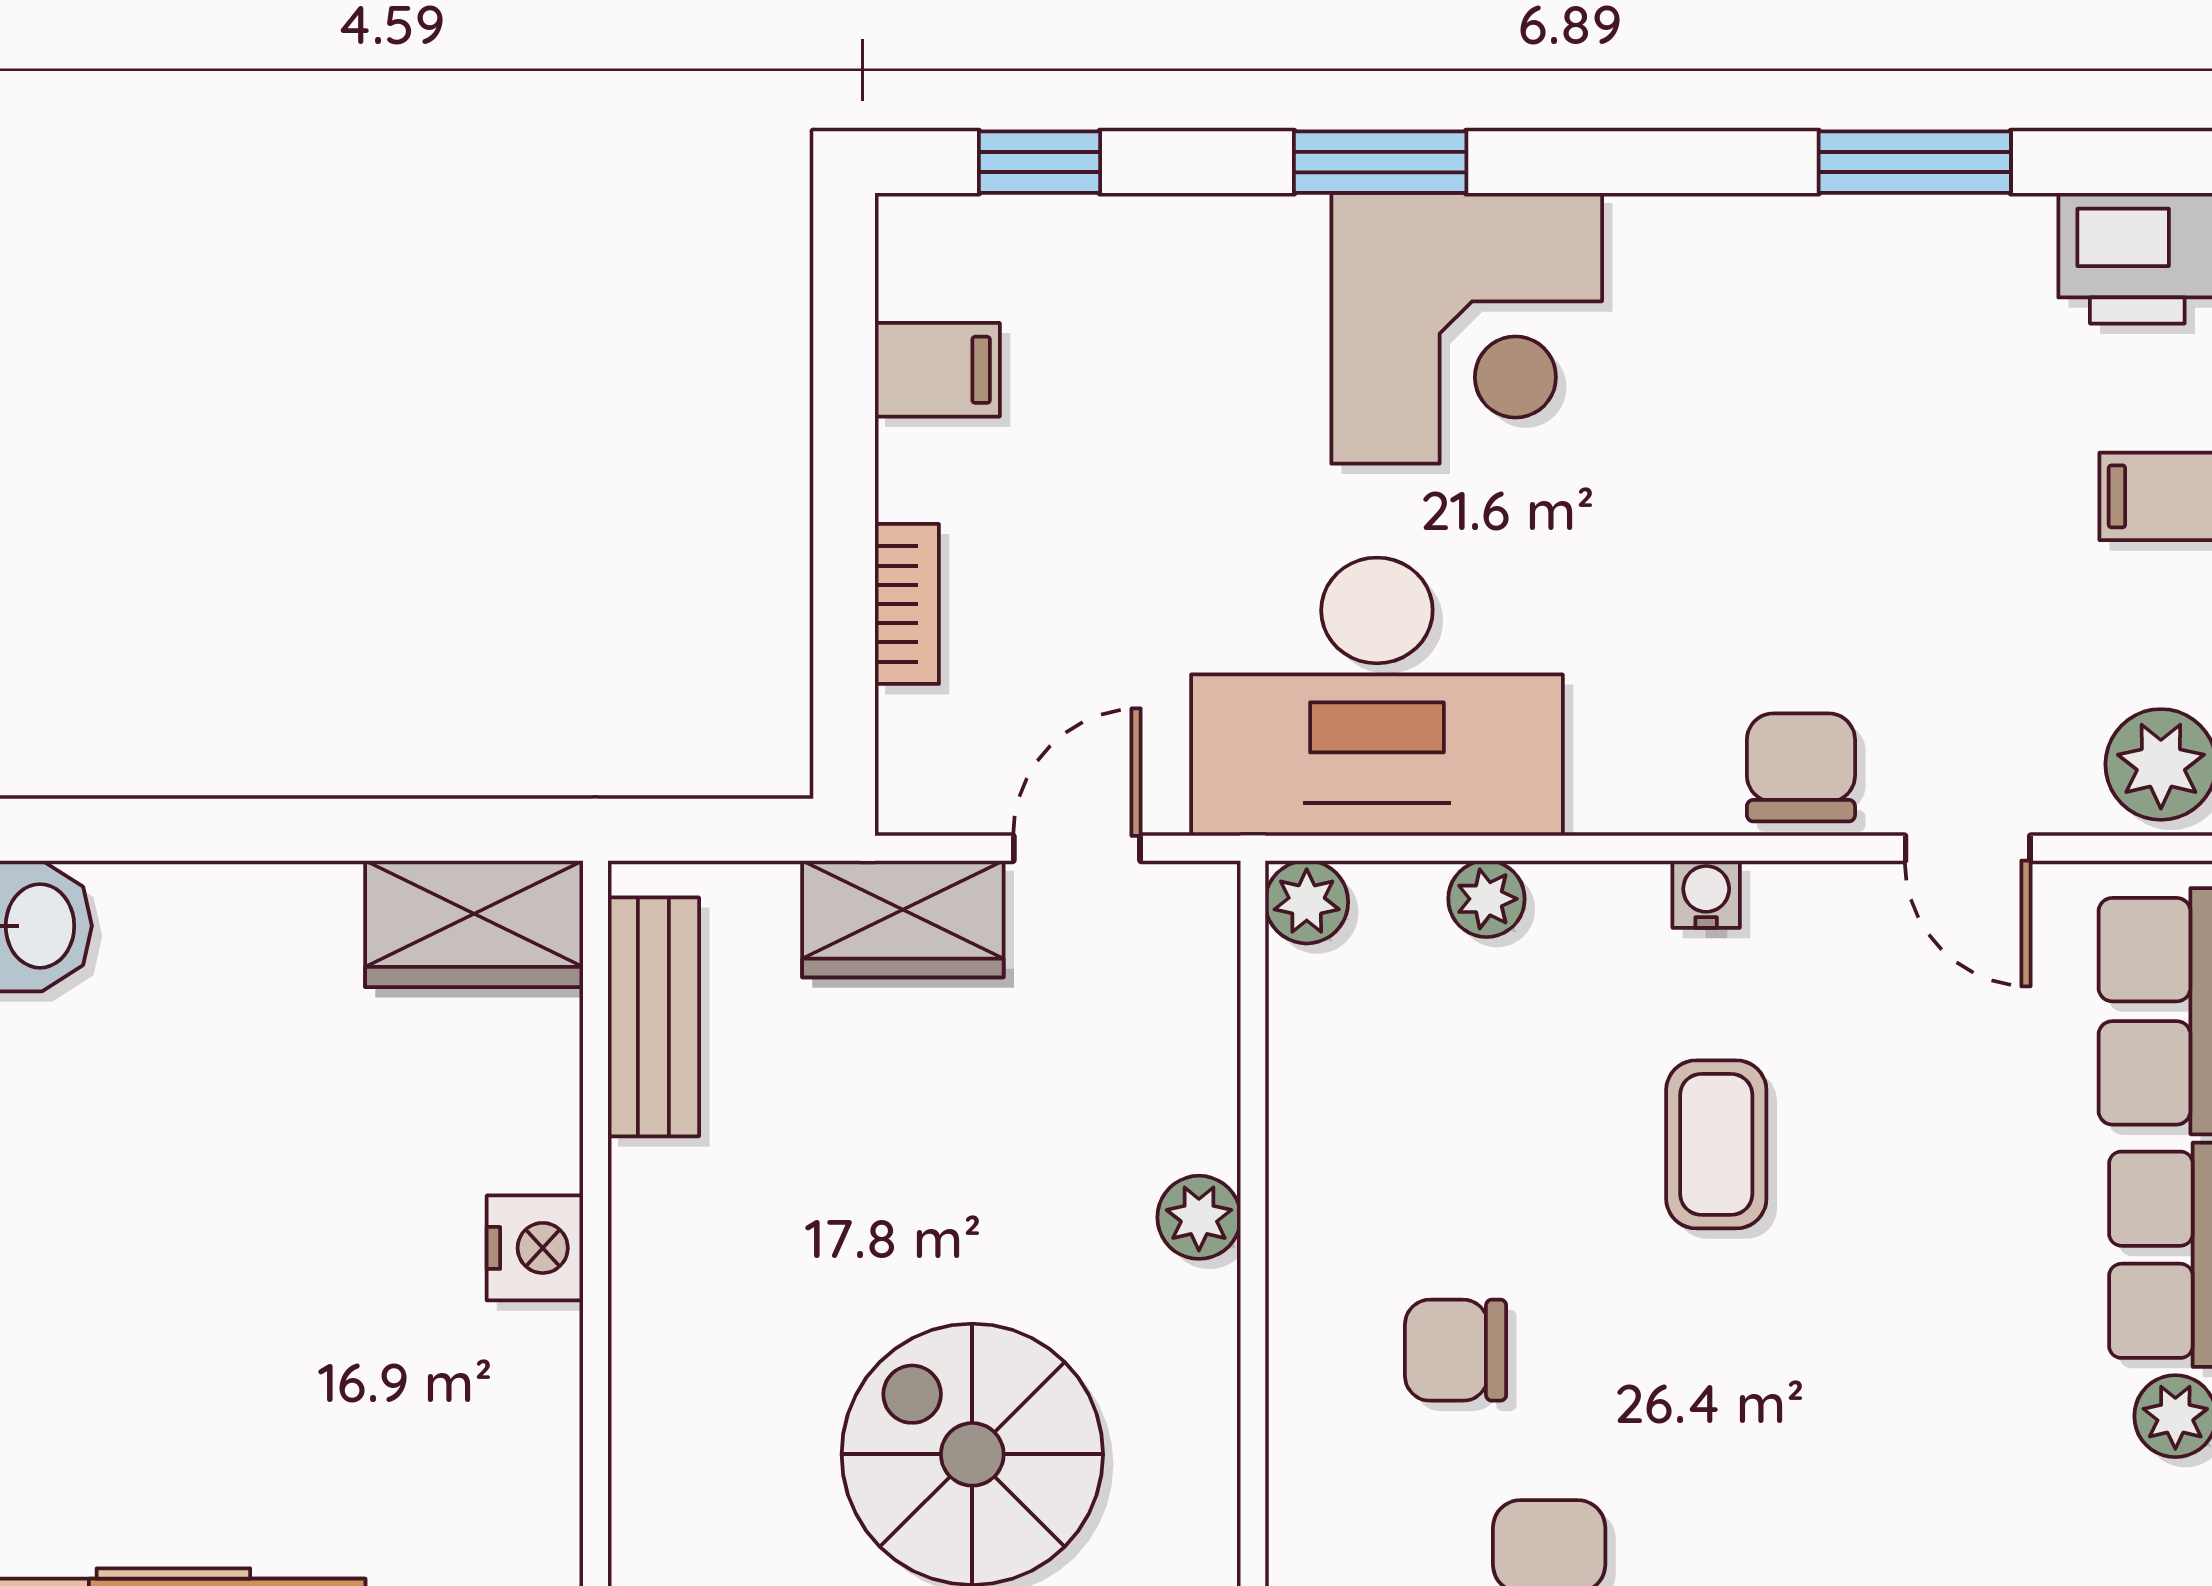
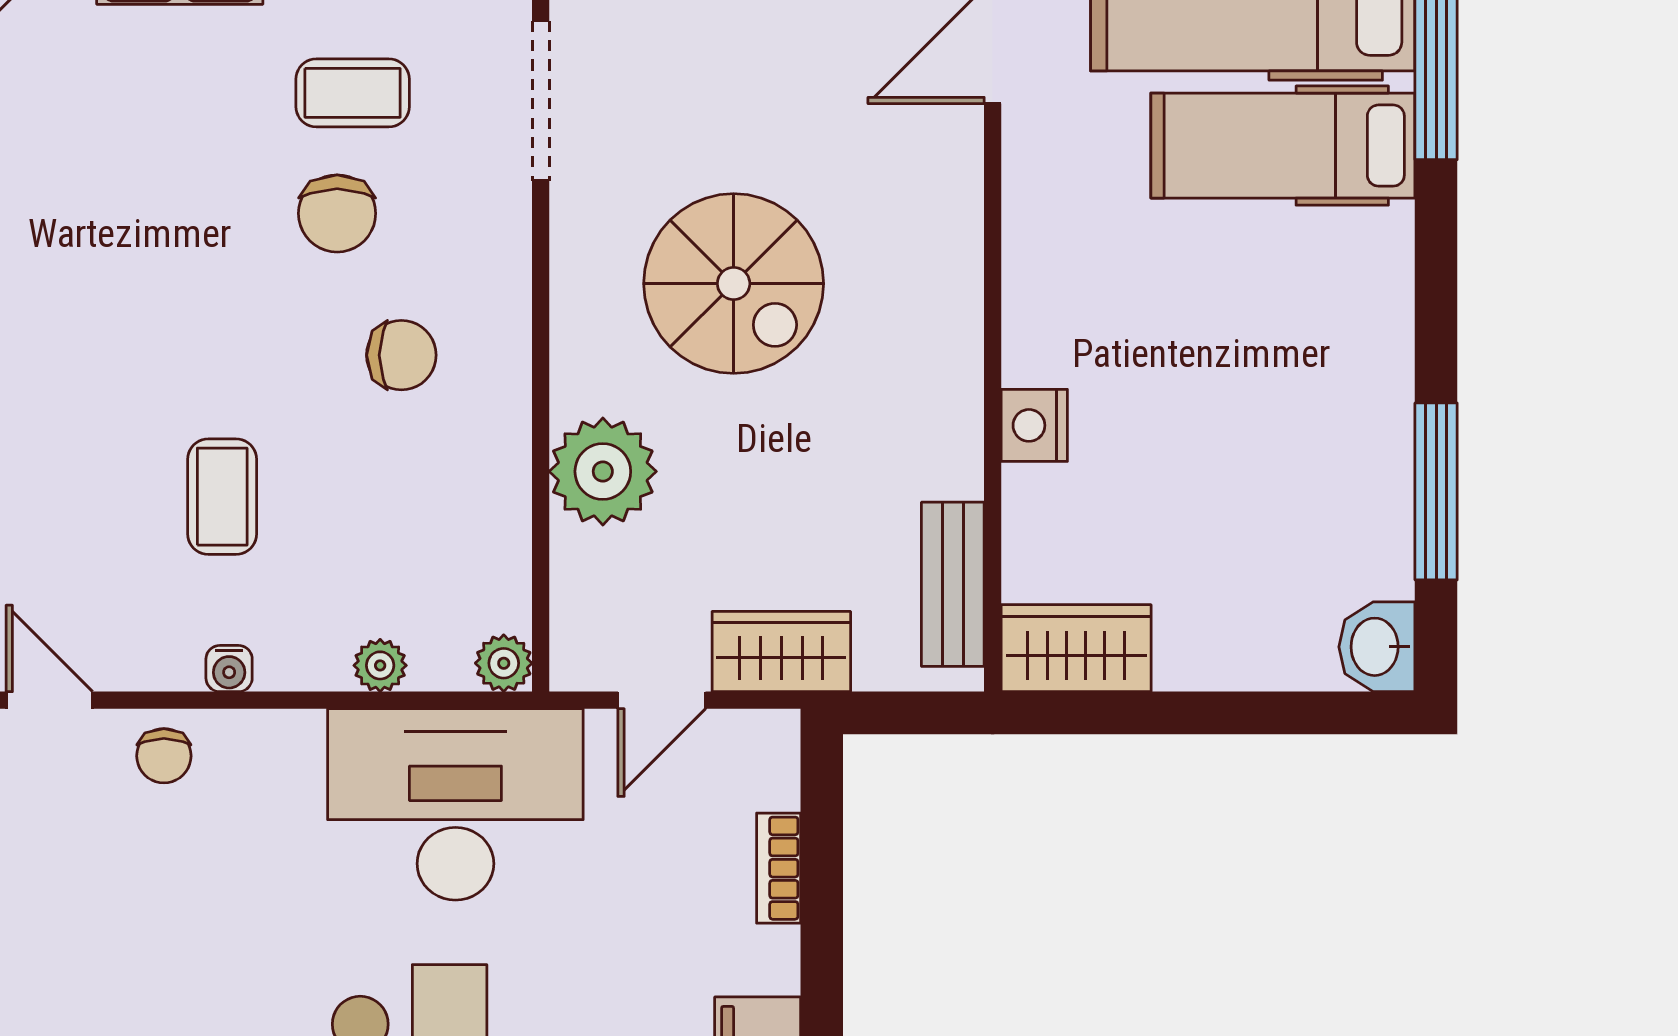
chair: (1801, 767) -> (164, 756), width x0.73, depth x0.73
plant: (1199, 1217) -> (603, 471), width x1.88, depth x1.88

